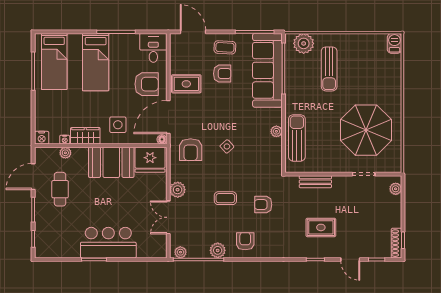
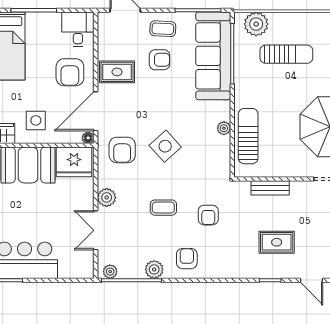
sun lounger: (329, 69) -> (286, 54), turned -90
armchair: (147, 84) -> (70, 72), turned 90
side table: (227, 146) -> (165, 146), width x1.87, depth x1.87
armchair: (263, 205) -> (208, 215), turned -90

